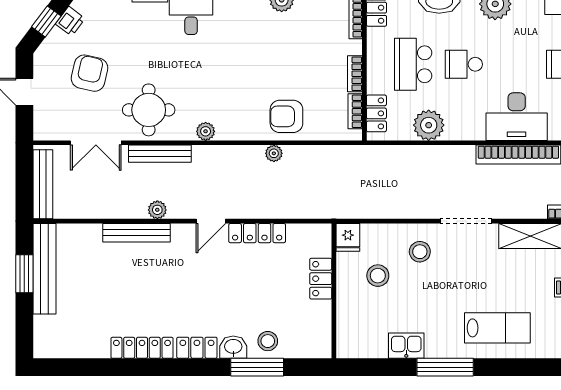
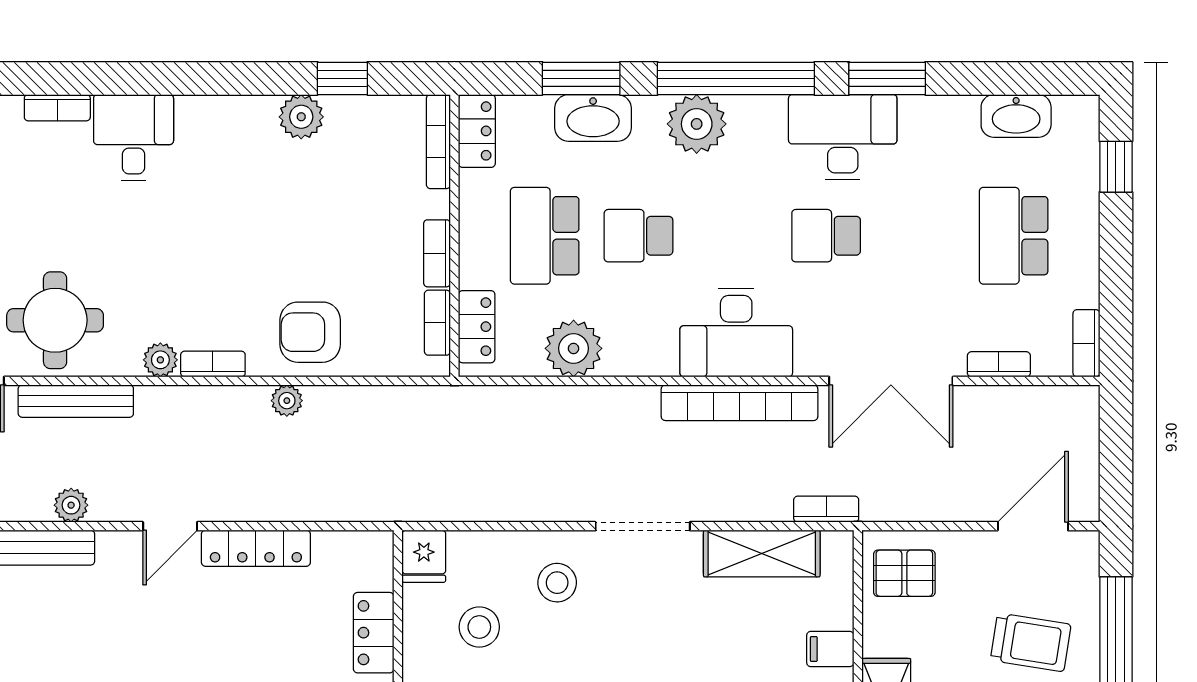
bookcase: (234, 134) -> (213, 364), added

